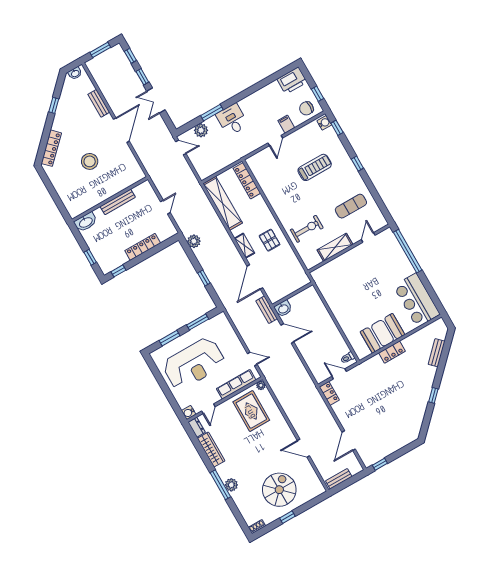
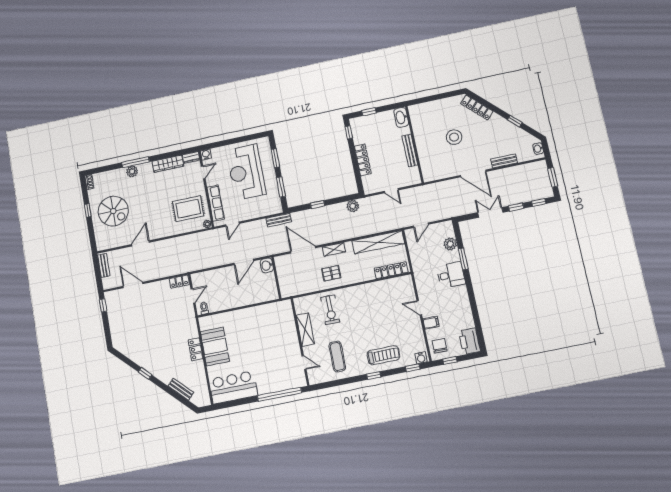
door: (181, 148) -> (421, 225), moved
treadmill: (315, 167) -> (383, 355), moved, turned -90
bench: (267, 310) -> (279, 220), moved
door: (208, 409) -> (203, 172), swing flipped

